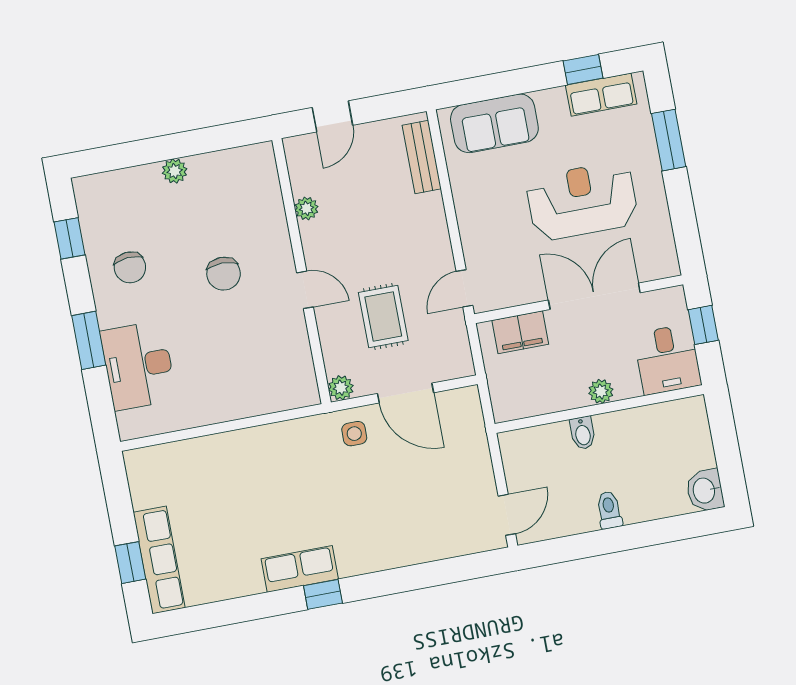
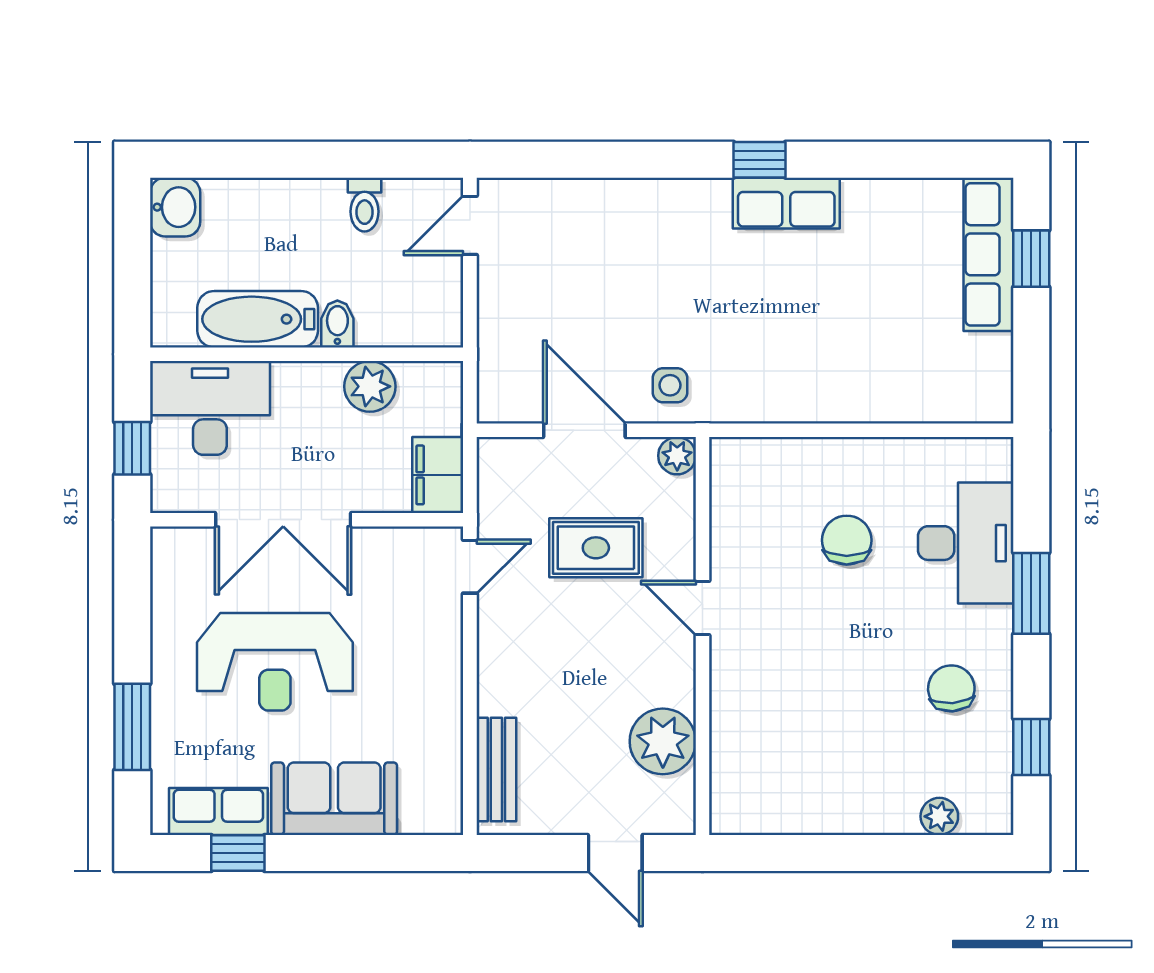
door: (332, 116) -> (615, 853), swing flipped
sofa: (494, 123) -> (334, 799), moved
plant: (175, 171) -> (939, 816), moved
plant: (306, 208) -> (663, 741), width x1.88, depth x1.88
chair: (224, 274) -> (847, 540), moved
rug: (383, 317) -> (596, 548), turned 90
filing cabinet: (520, 332) -> (438, 475), moved, turned -90
desk: (668, 359) -> (210, 408), width x1.37
plant: (601, 391) -> (370, 386), moved, width x1.38, depth x1.38
bathtub: (636, 426) -> (258, 319), added
toilet: (609, 510) -> (365, 205), moved

